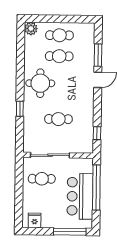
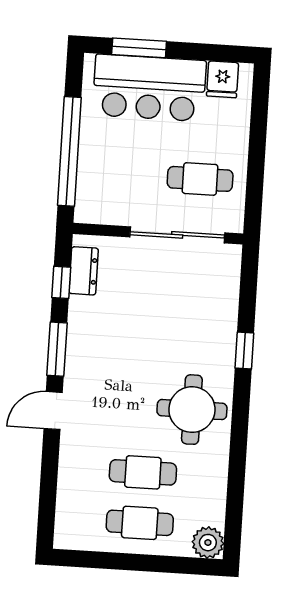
window: (98, 55) -> (57, 349), moved
cafe table: (58, 119) -> (152, 321), removed
dresser: (88, 138) -> (84, 271), added
bar counter: (80, 196) -> (149, 88), moved, turned 90
window: (70, 232) -> (139, 48), width x0.69

